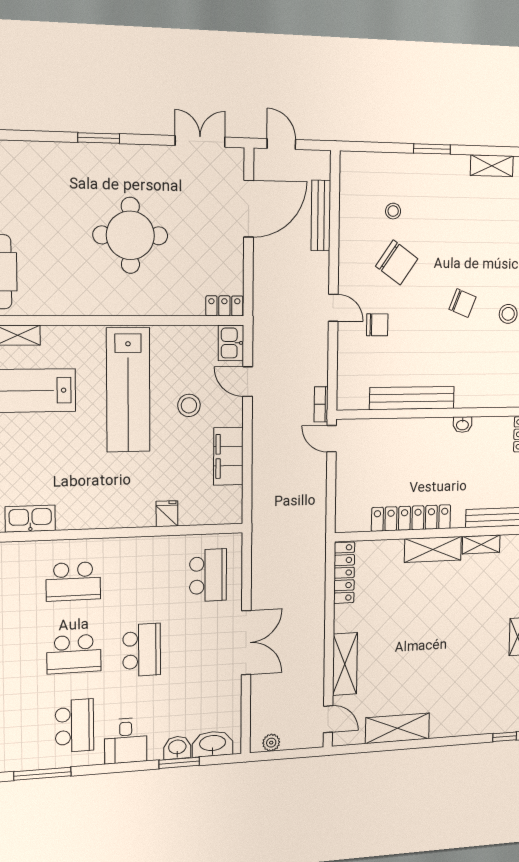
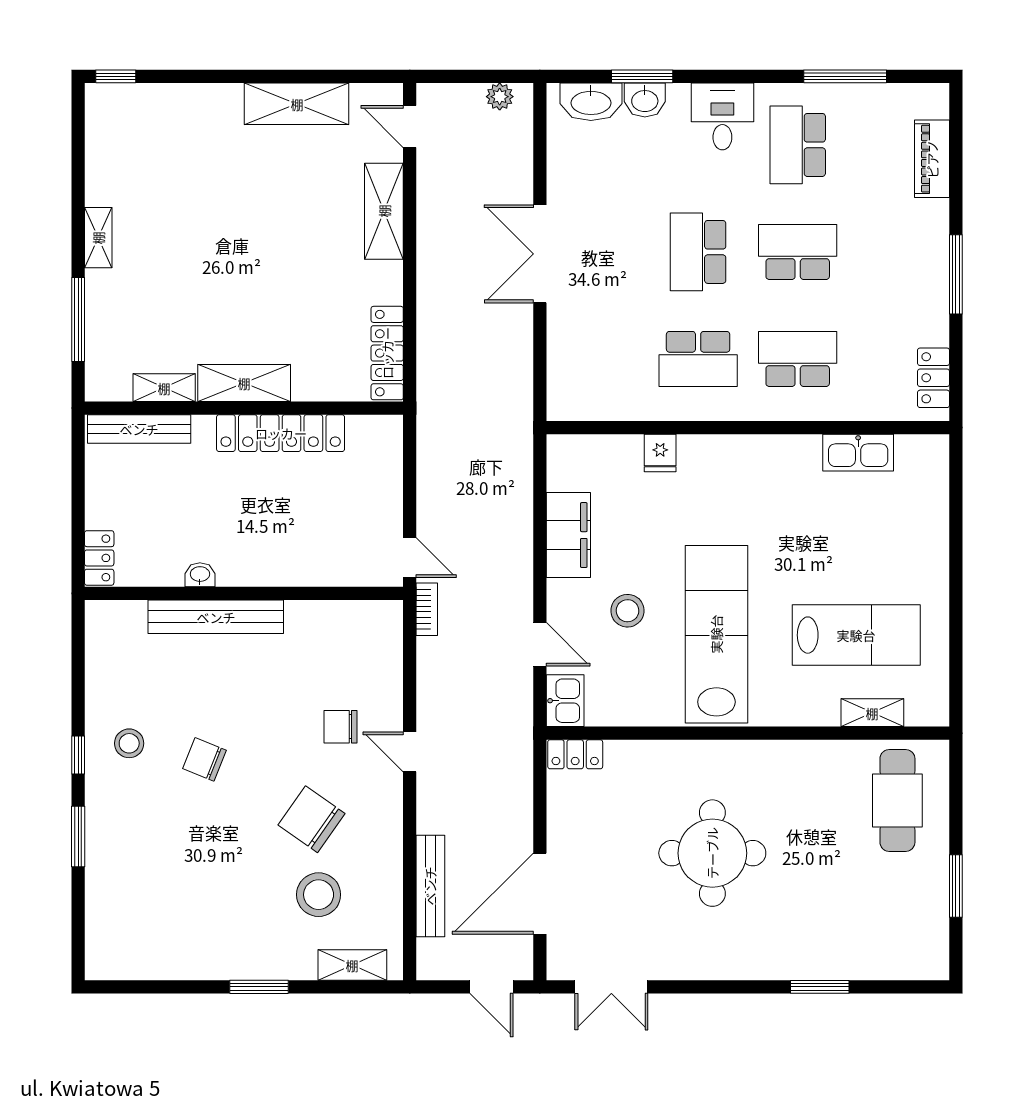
window: (99, 138) -> (820, 987), moved
shelving: (492, 166) -> (352, 965), moved
stool: (393, 211) -> (319, 895), width x1.89, depth x1.89
bench: (412, 398) -> (216, 617), moved
school desk: (208, 575) -> (698, 359), moved, turned -90

